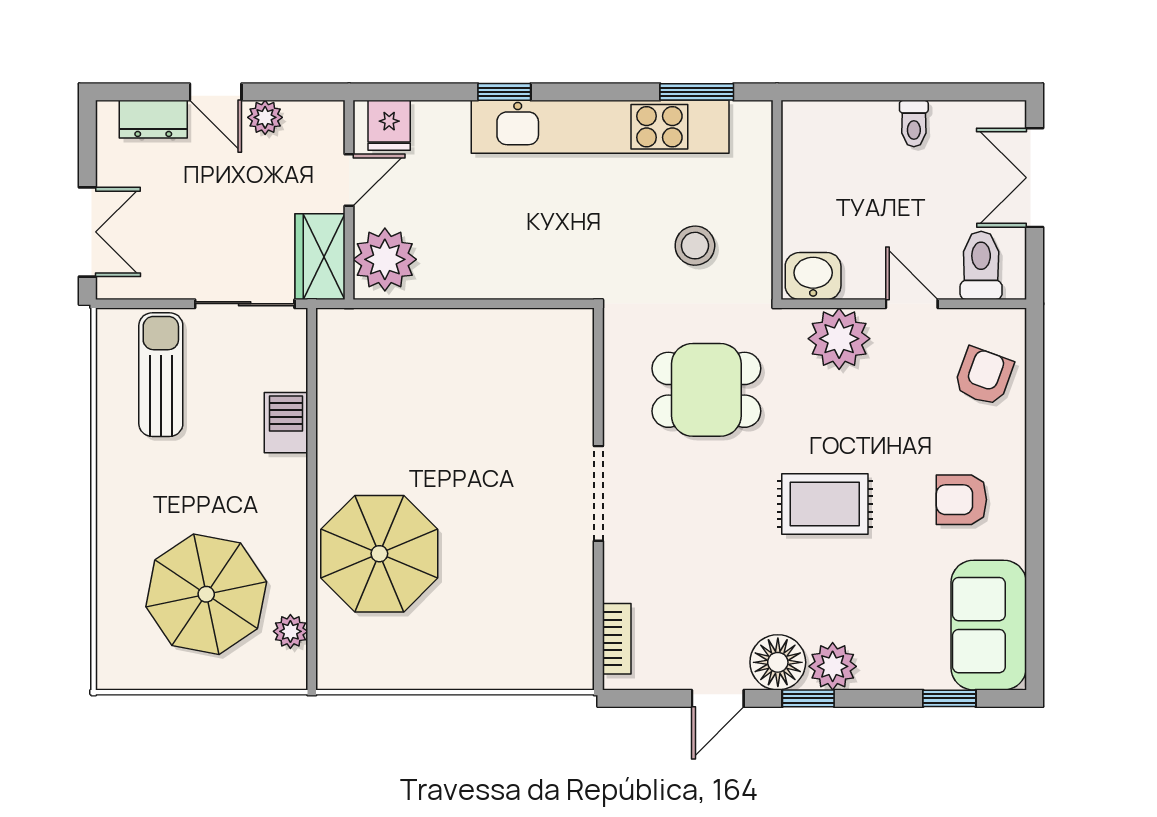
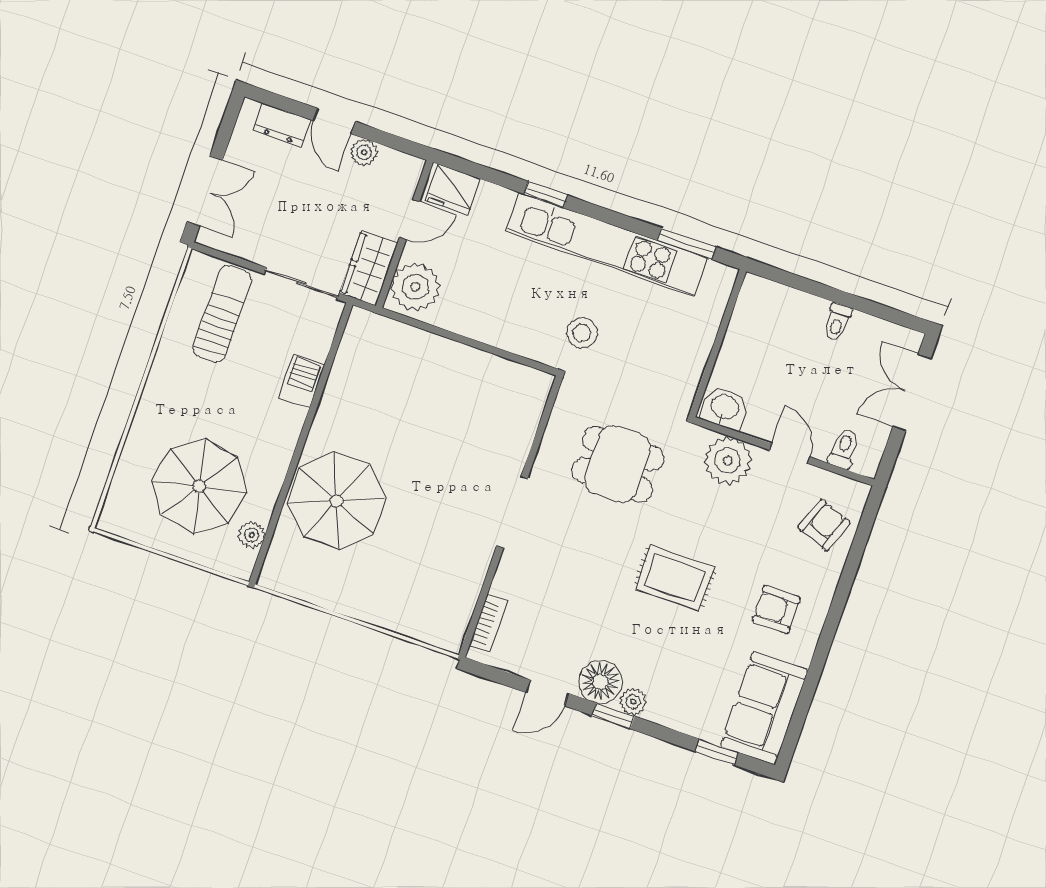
fridge: (389, 125) -> (453, 190), width x1.38
stool: (695, 246) -> (582, 333), moved
toilet: (981, 265) -> (844, 449), width x0.73, depth x0.72
plant: (833, 666) -> (633, 702), width x0.73, depth x0.73

